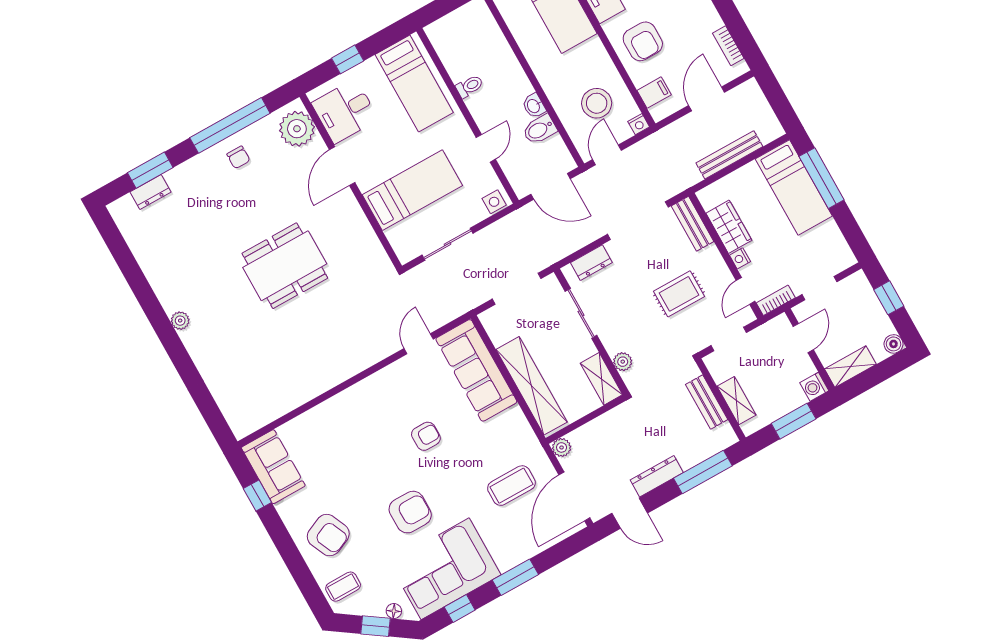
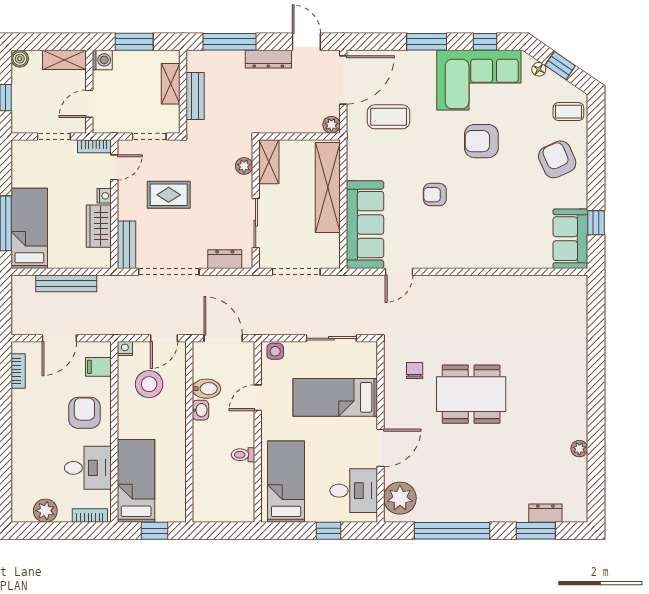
chair: (238, 157) -> (415, 371), moved
plant: (180, 321) -> (579, 449), moved

